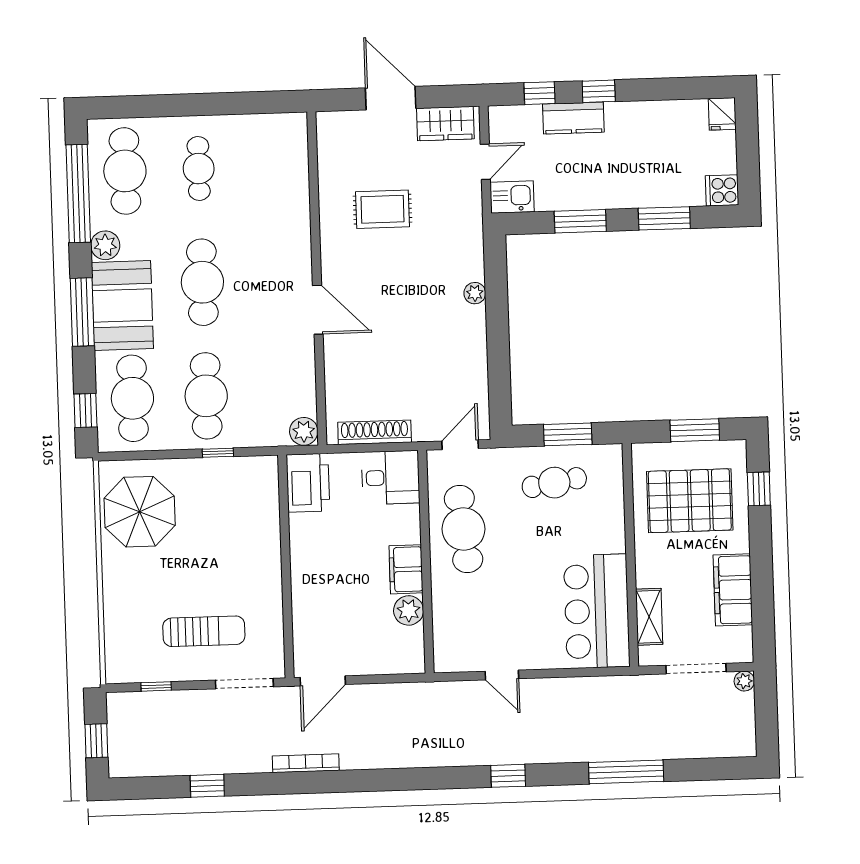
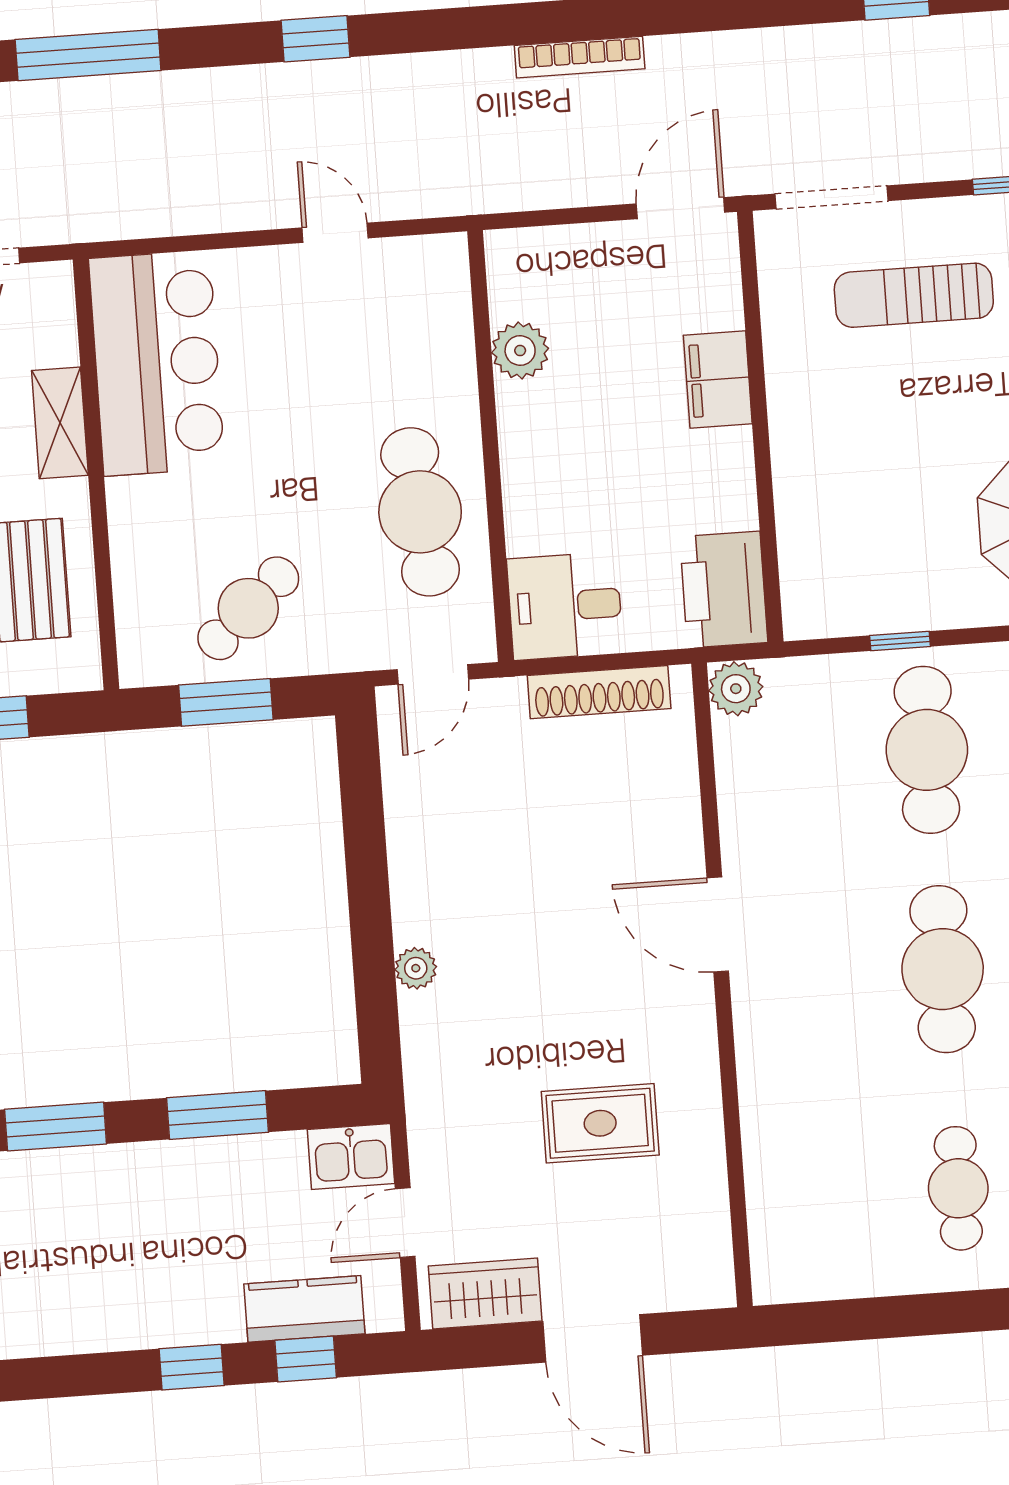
kitchen counter: (573, 118) -> (304, 1309), moved
cafe table: (554, 483) -> (248, 608), turned -33
filing cabinet: (406, 569) -> (718, 379), moved, turned 180
shelving: (649, 617) -> (60, 423), moved
bookcase: (306, 763) -> (580, 57), moved

